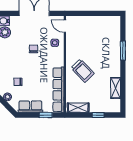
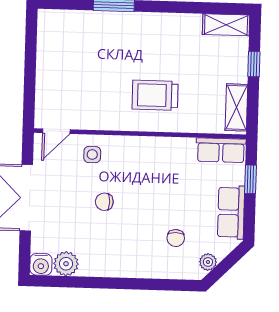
trolley: (83, 71) -> (155, 95), turned -136
shelving: (116, 88) -> (226, 25), moved
row of seats: (58, 90) -> (221, 150), width x0.50

